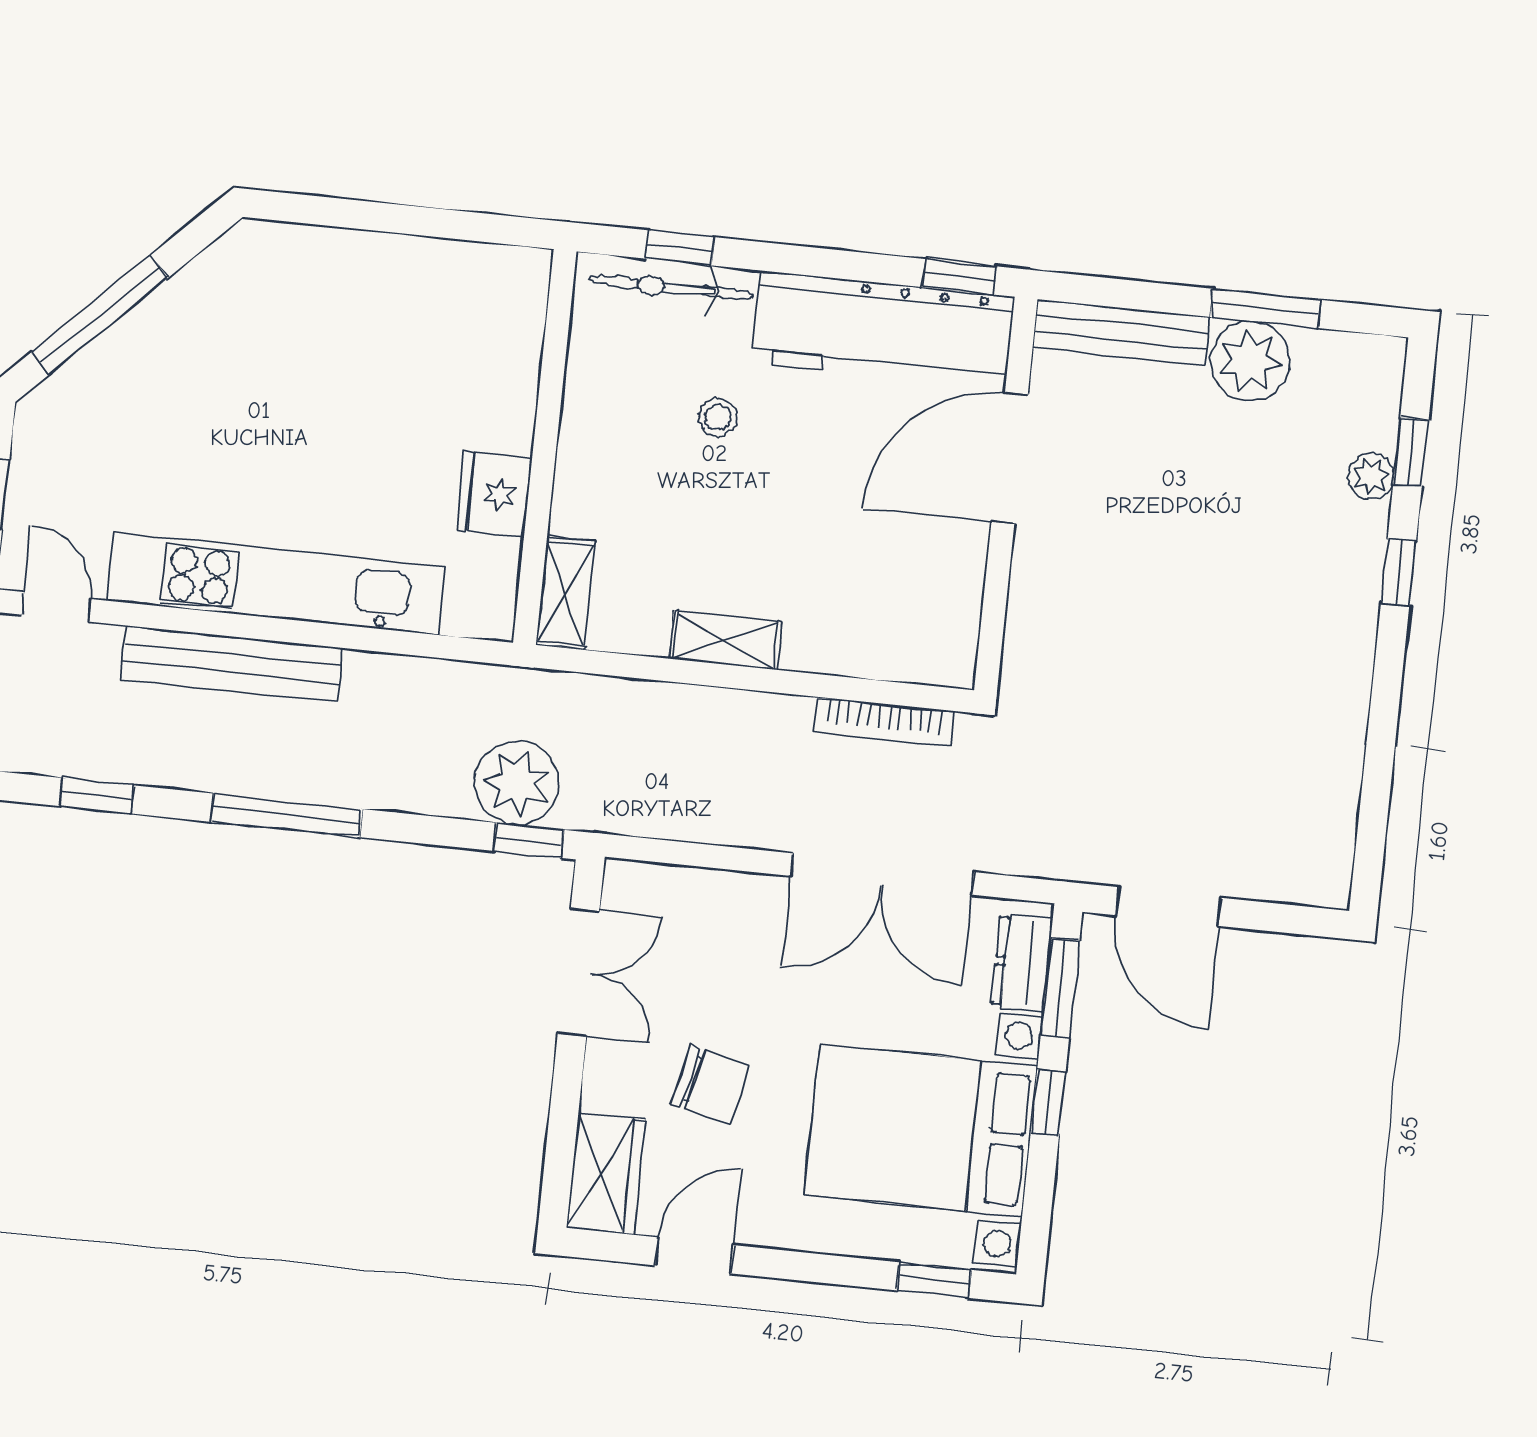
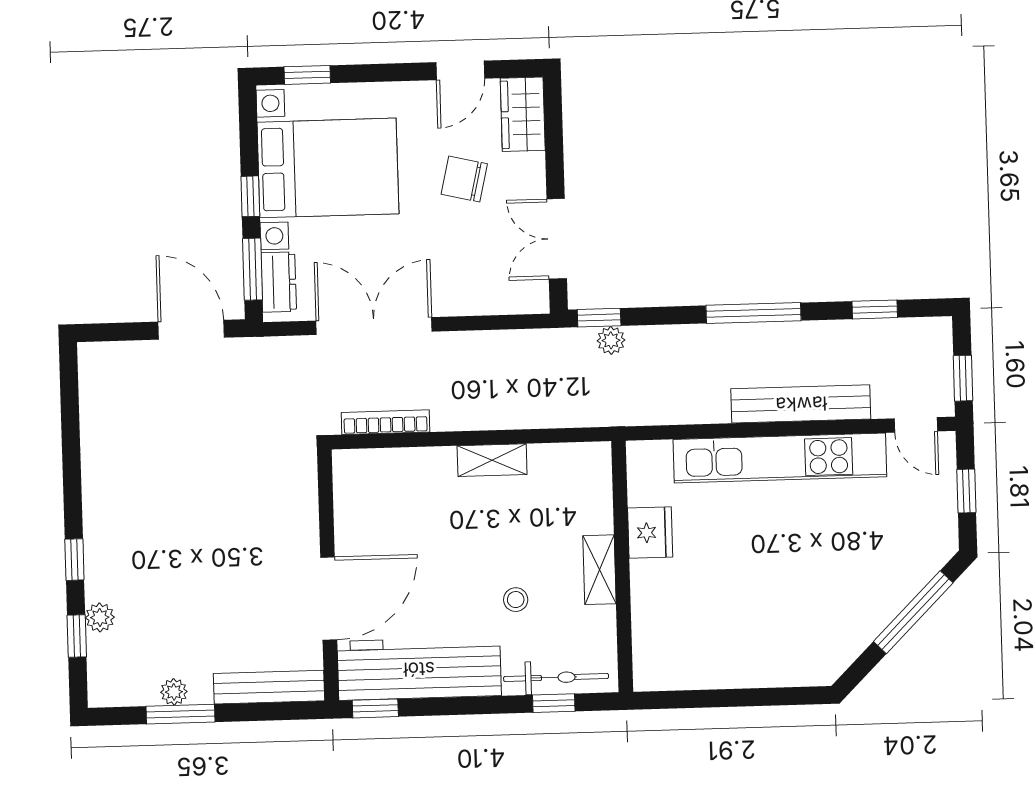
plant: (1250, 361) -> (174, 692), width x0.53, depth x0.53
shelving: (566, 593) -> (600, 570), moved
plant: (517, 783) -> (611, 340), width x0.53, depth x0.53

